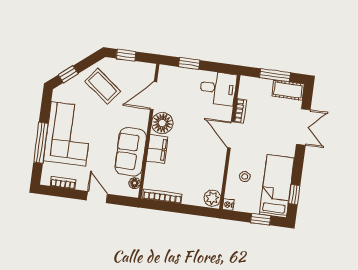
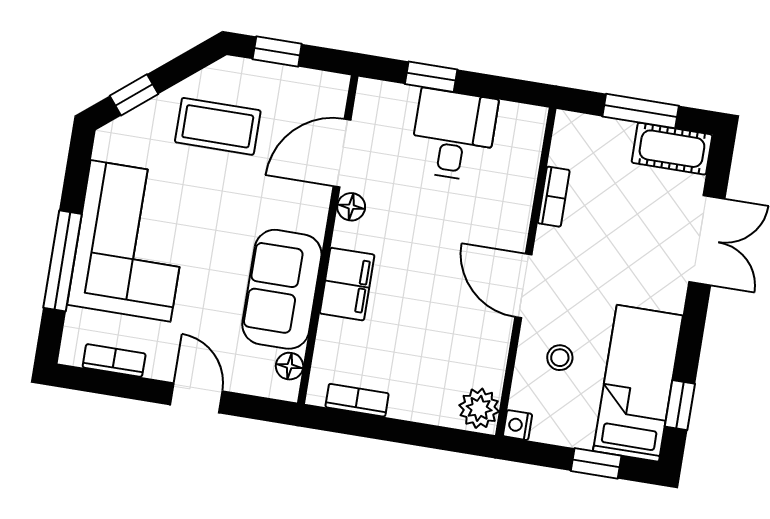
coffee table: (103, 86) -> (218, 126), turned -38
desk: (218, 88) -> (454, 135), moved, turned -90
floor lamp: (162, 123) -> (351, 207), width x0.53, depth x0.53
door: (231, 135) -> (523, 286), moved
bookcase: (162, 196) -> (357, 400), width x0.64

